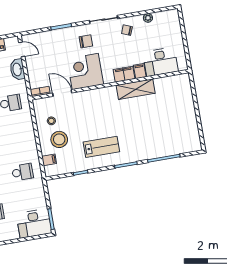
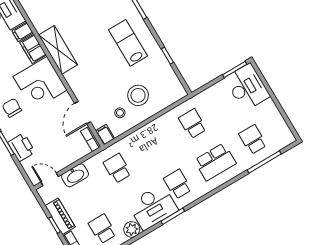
printer: (54, 37) -> (21, 147), added
door: (22, 49) -> (50, 179), hinge flipped
corner desk: (85, 71) -> (40, 83), moved
shelving: (136, 89) -> (58, 50), moved
filing cabinet: (49, 160) -> (105, 135), moved

